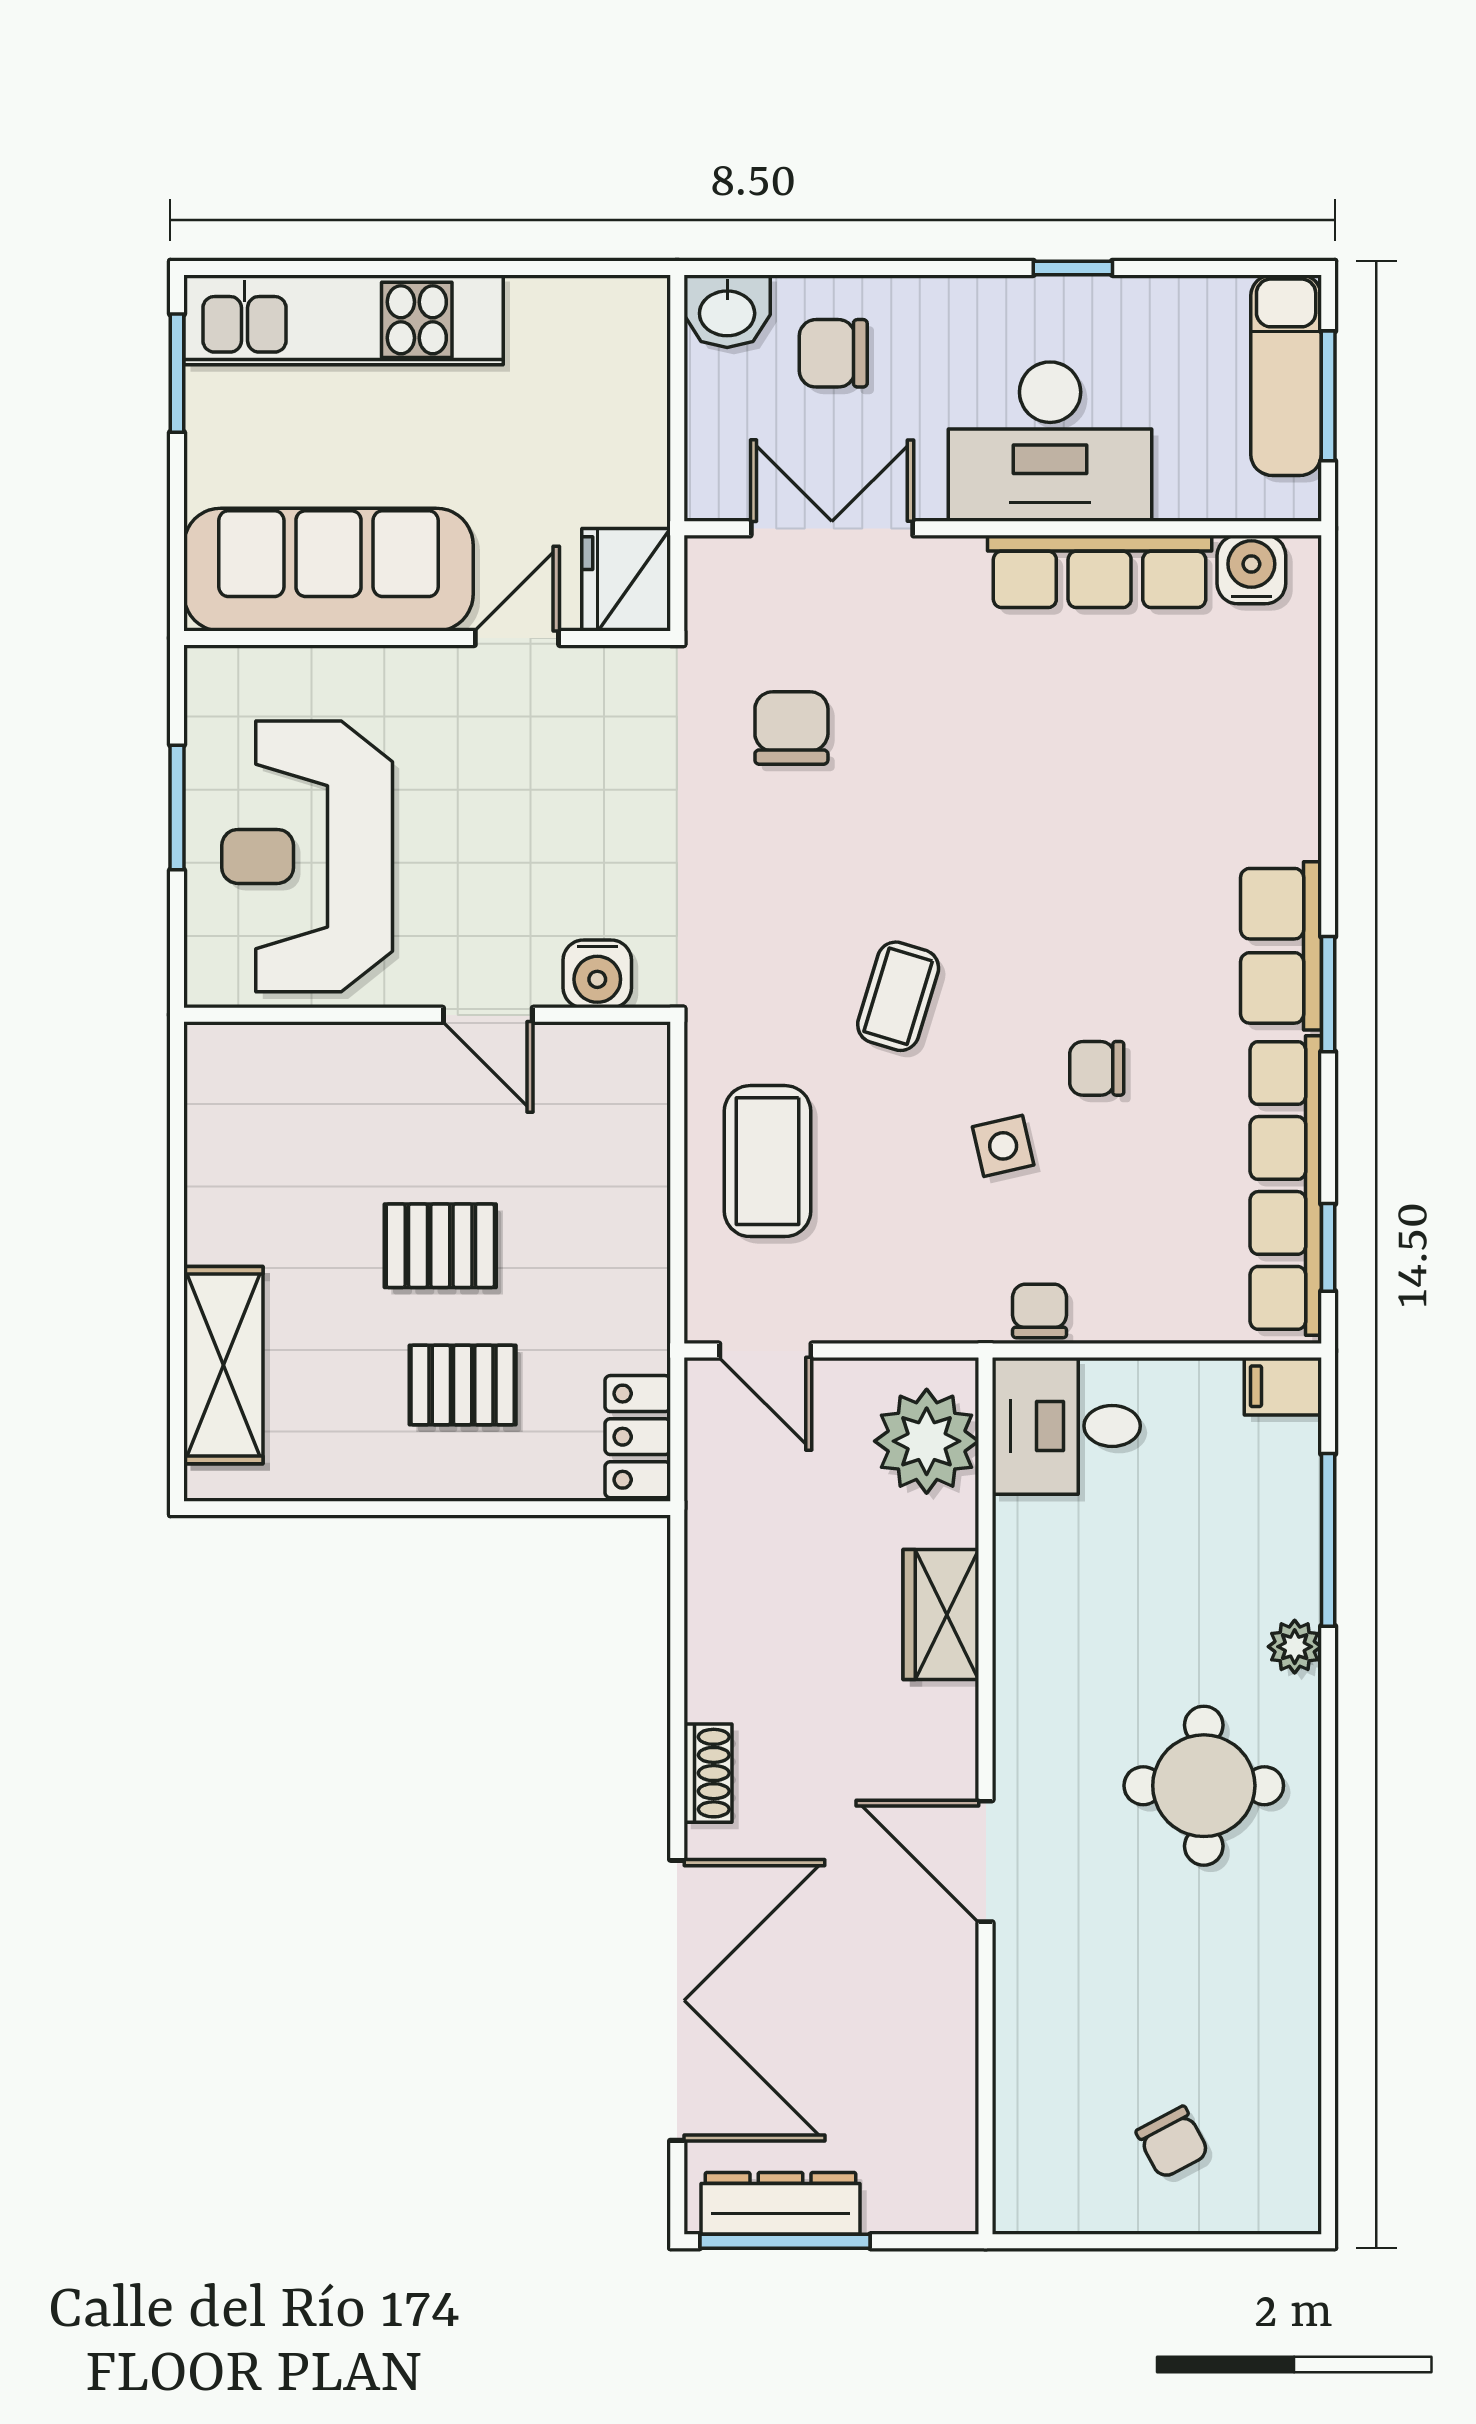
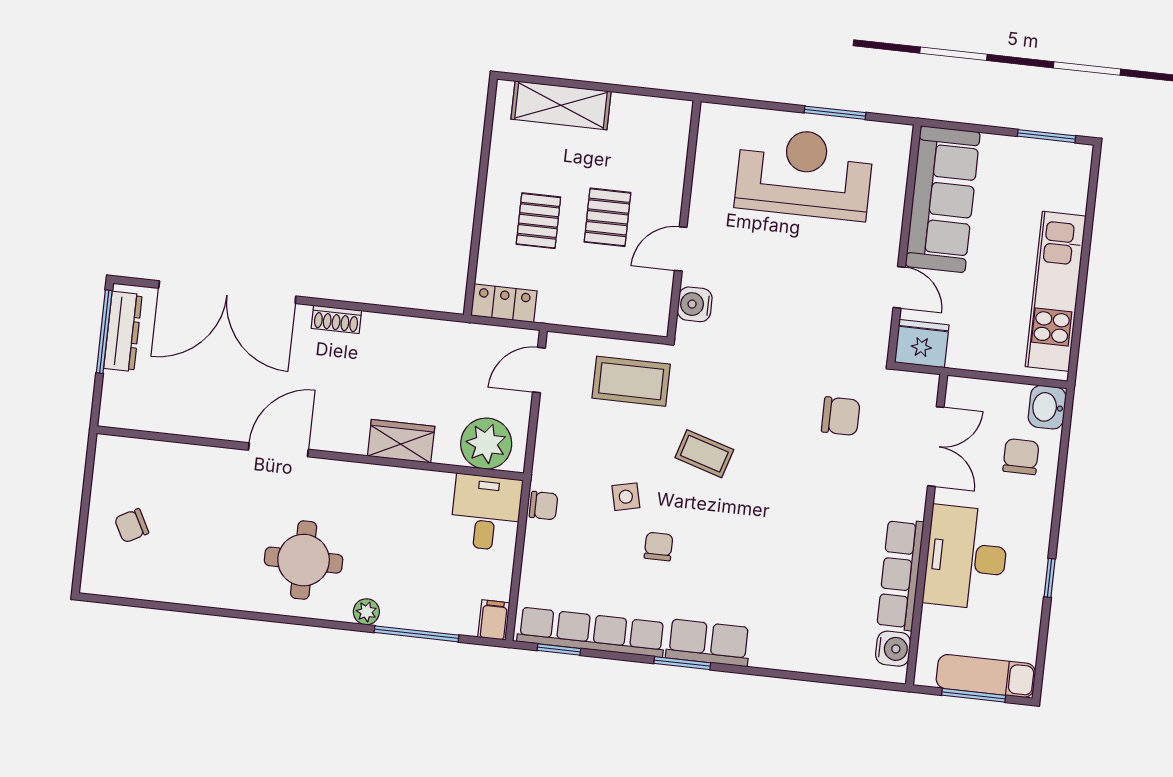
kitchen unit: (343, 320) -> (1056, 291), moved
water cooler: (597, 974) -> (695, 304), moved
wall: (427, 1015) -> (684, 219), moved
door: (488, 1015) -> (681, 249), moved

